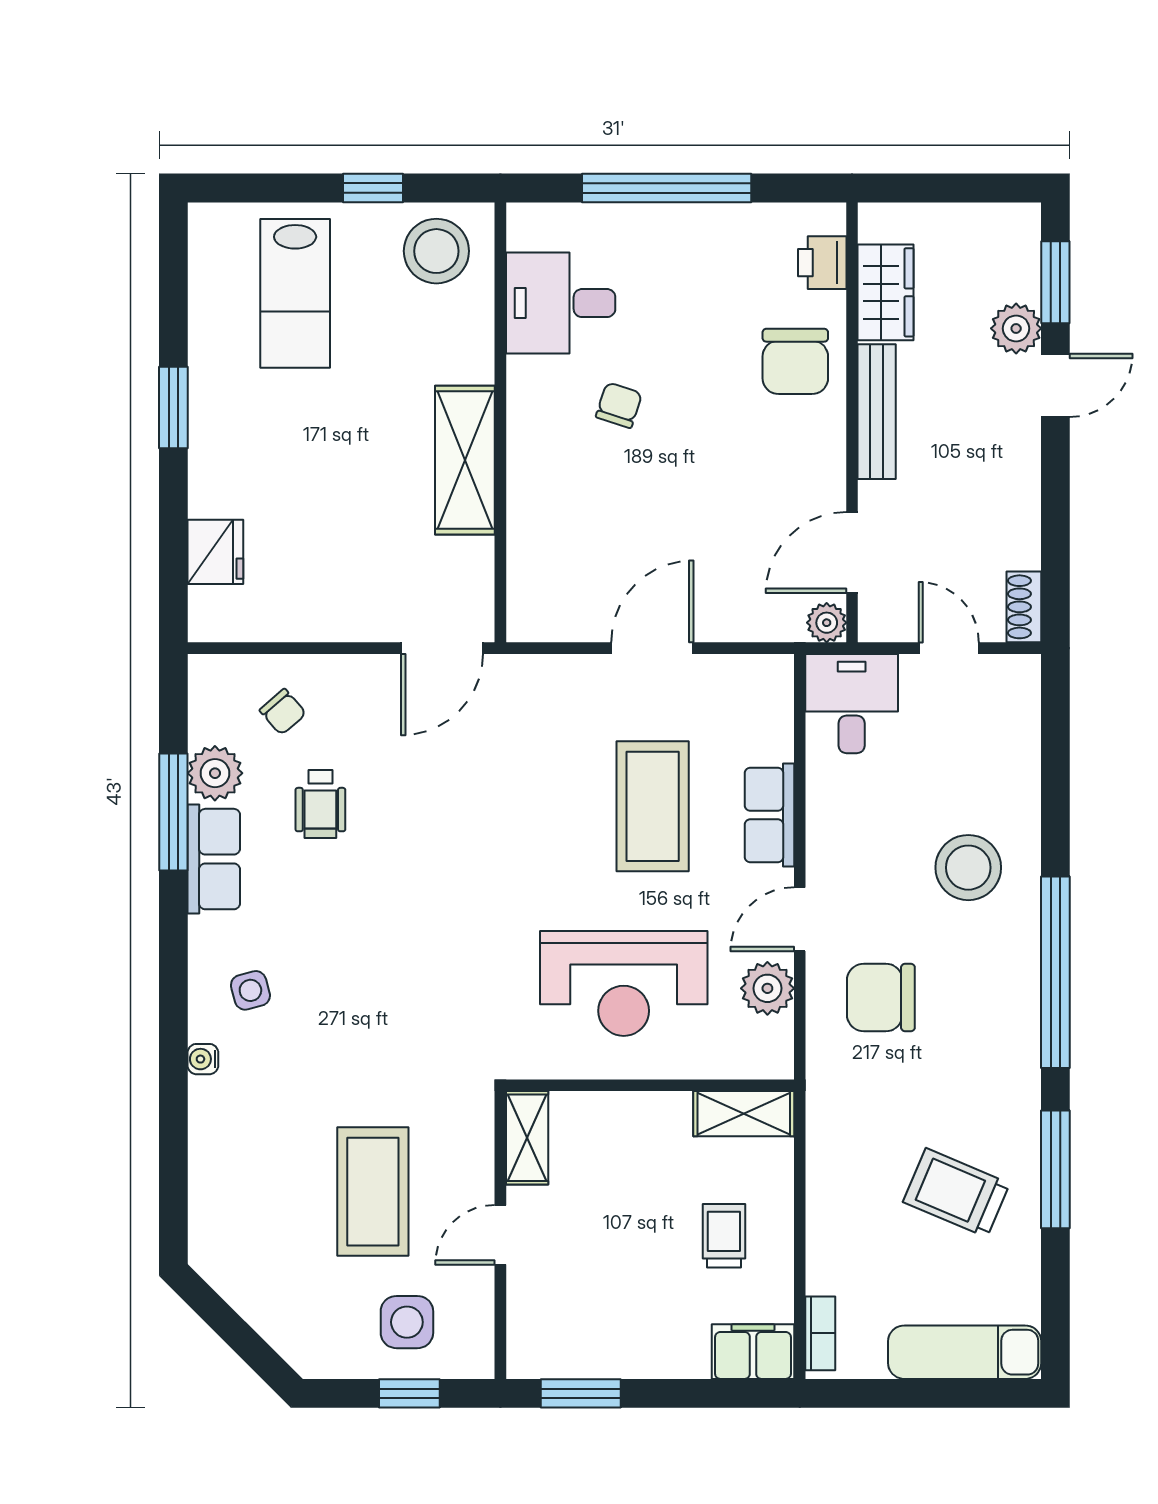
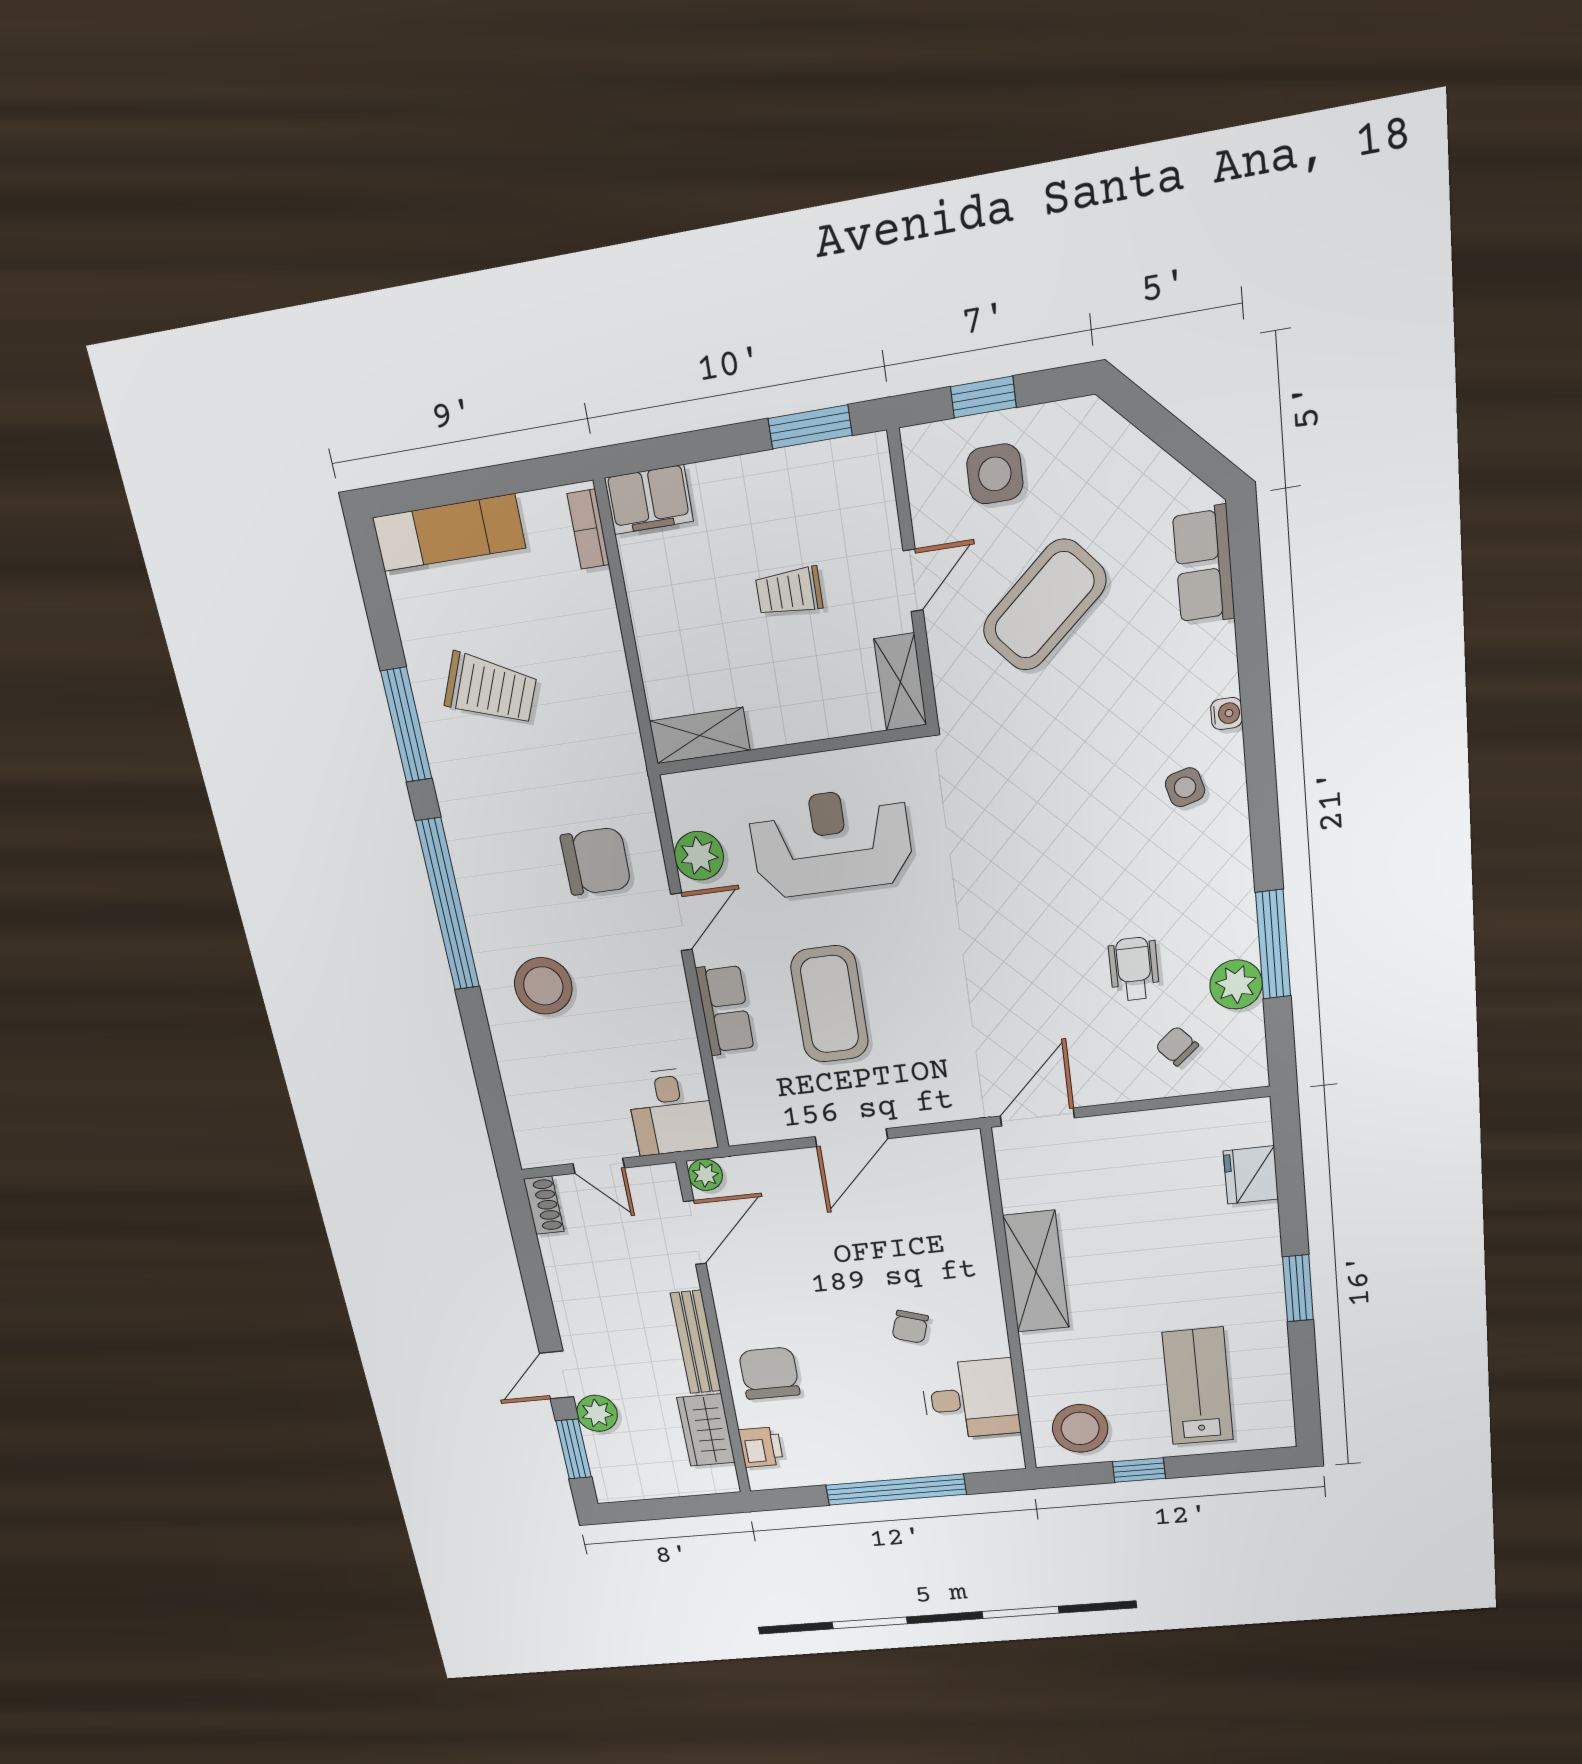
row of seats: (214, 859) -> (1204, 565), moved
coffee table: (373, 1192) -> (1044, 605), turned 49
trolley: (724, 1236) -> (789, 592), moved, turned 90

